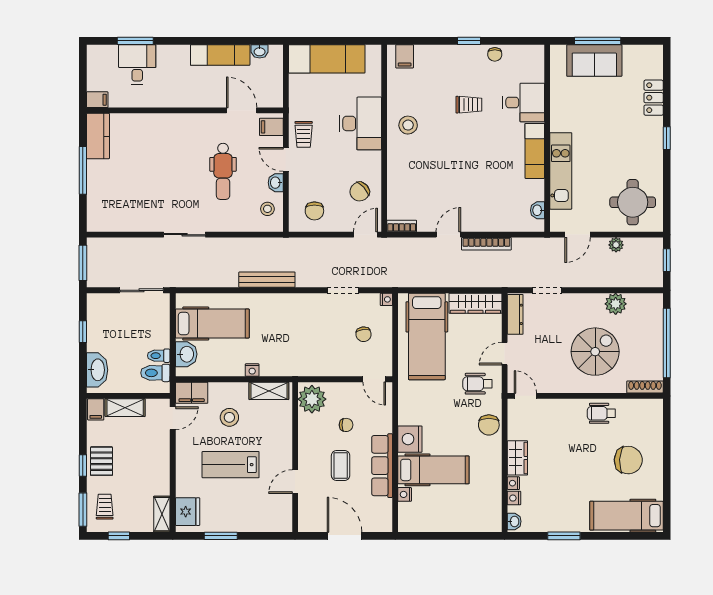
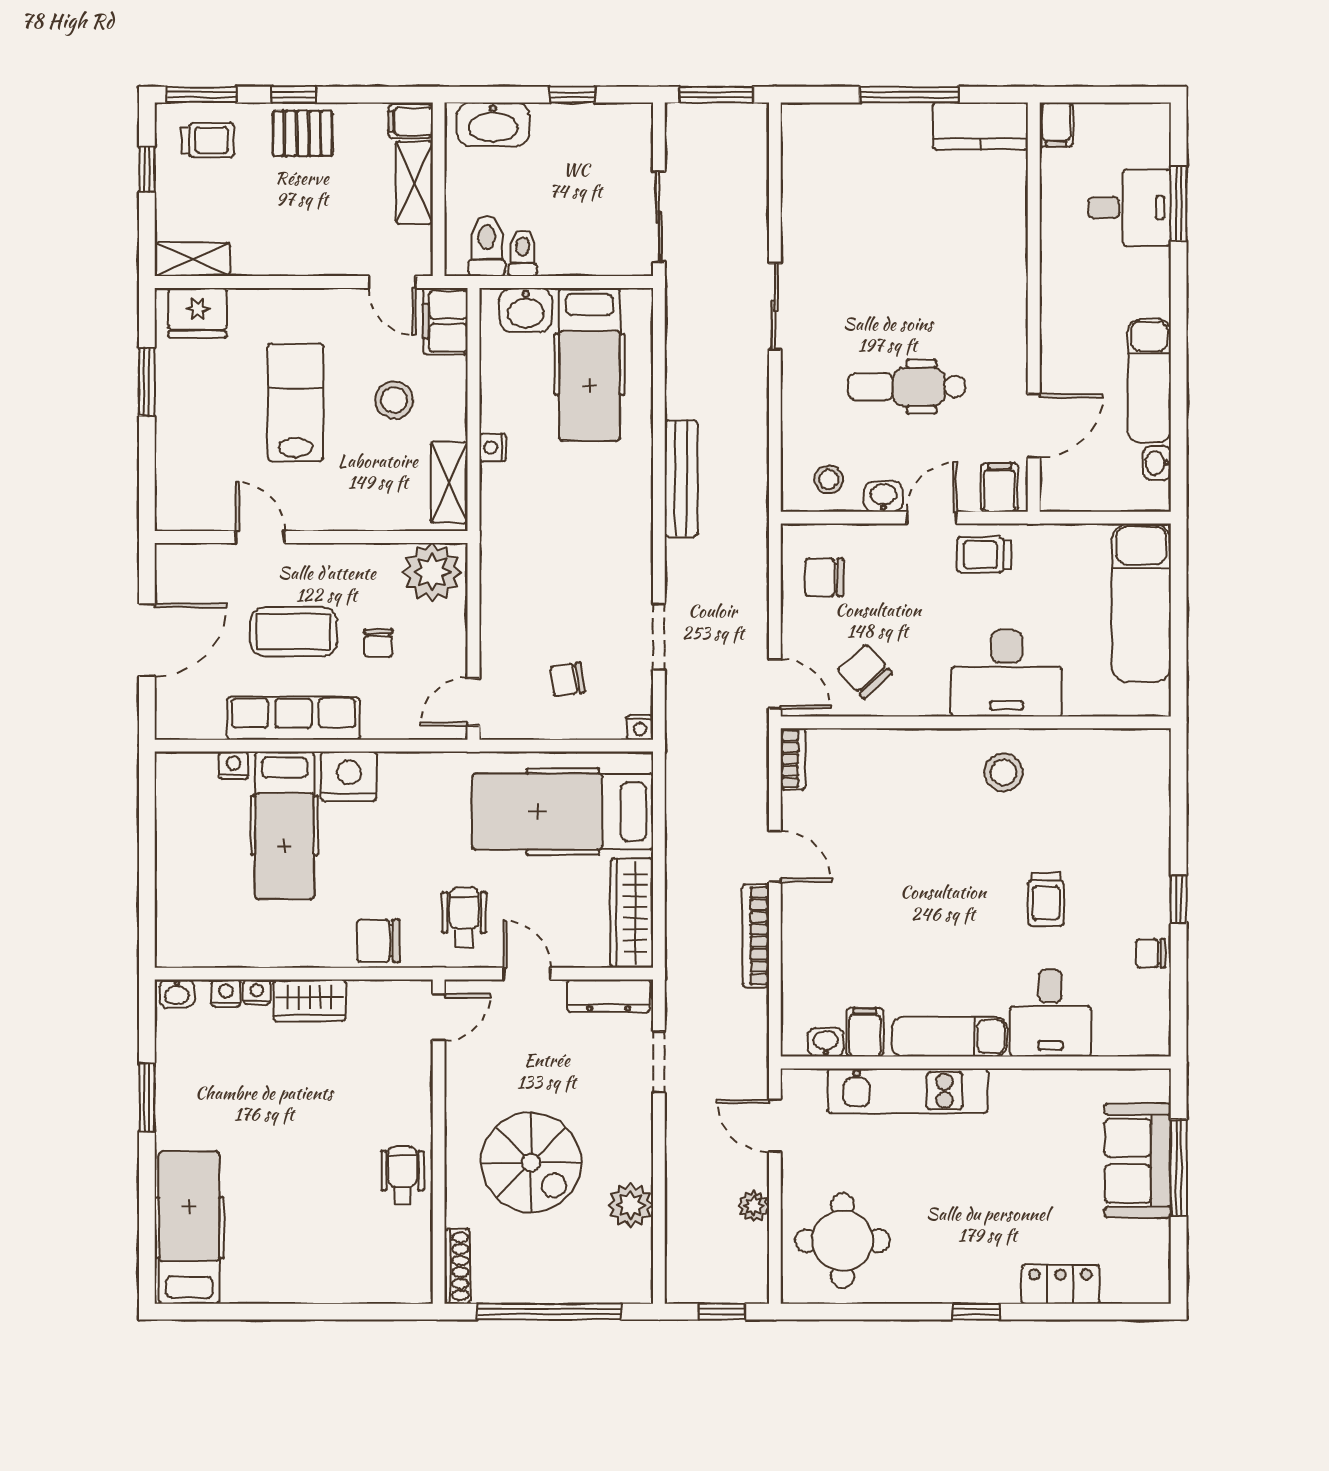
filing cabinet: (405, 56) -> (865, 1032), moved, turned 90
chair: (628, 460) -> (305, 1231), removed
coffee table: (341, 465) -> (294, 632), width x1.36, depth x1.30

